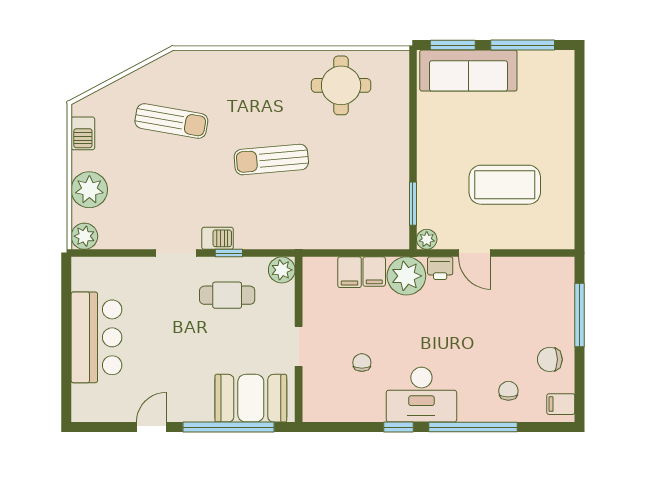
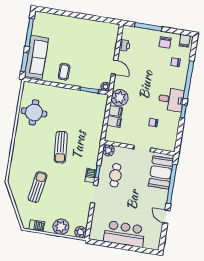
coffee table: (505, 185) -> (64, 72), moved, width x0.54, depth x0.58
door: (475, 253) -> (115, 67), hinge flipped
printer: (440, 268) -> (125, 45), moved
desk: (421, 395) -> (171, 99), width x0.73

